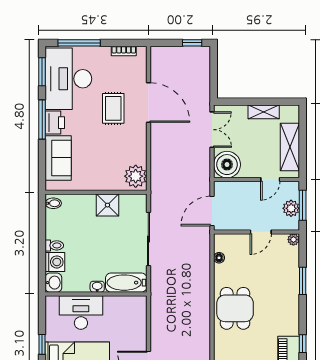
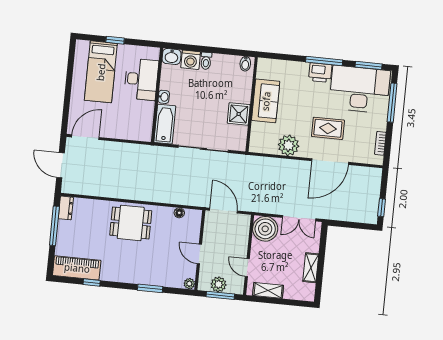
shelving: (290, 147) -> (268, 290), width x0.67, depth x0.75
sofa: (58, 158) -> (266, 101), moved, turned -90
plant: (136, 176) -> (289, 145), moved

